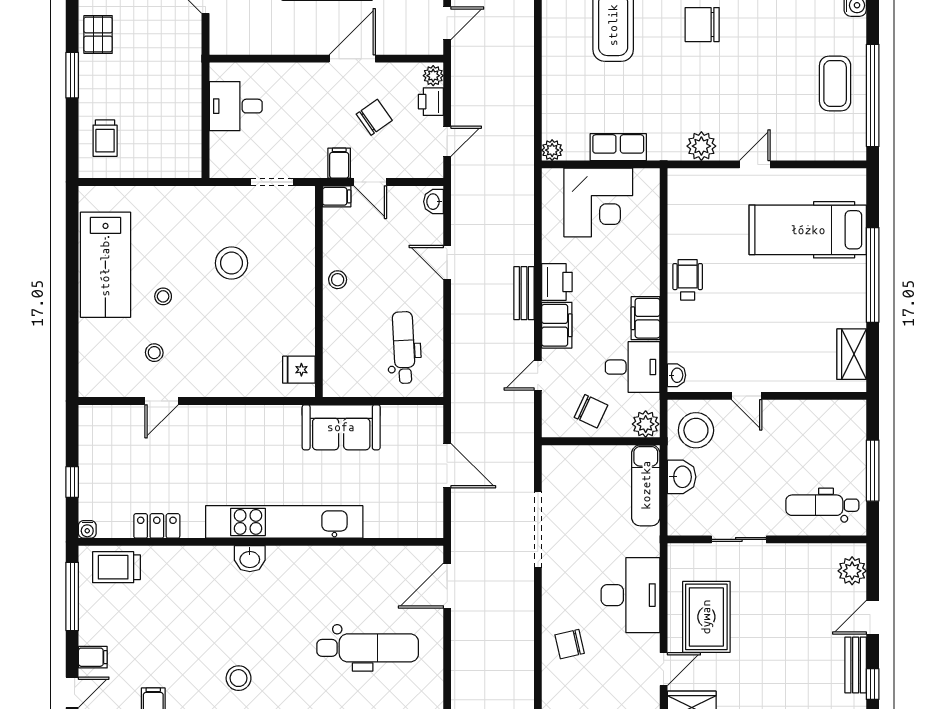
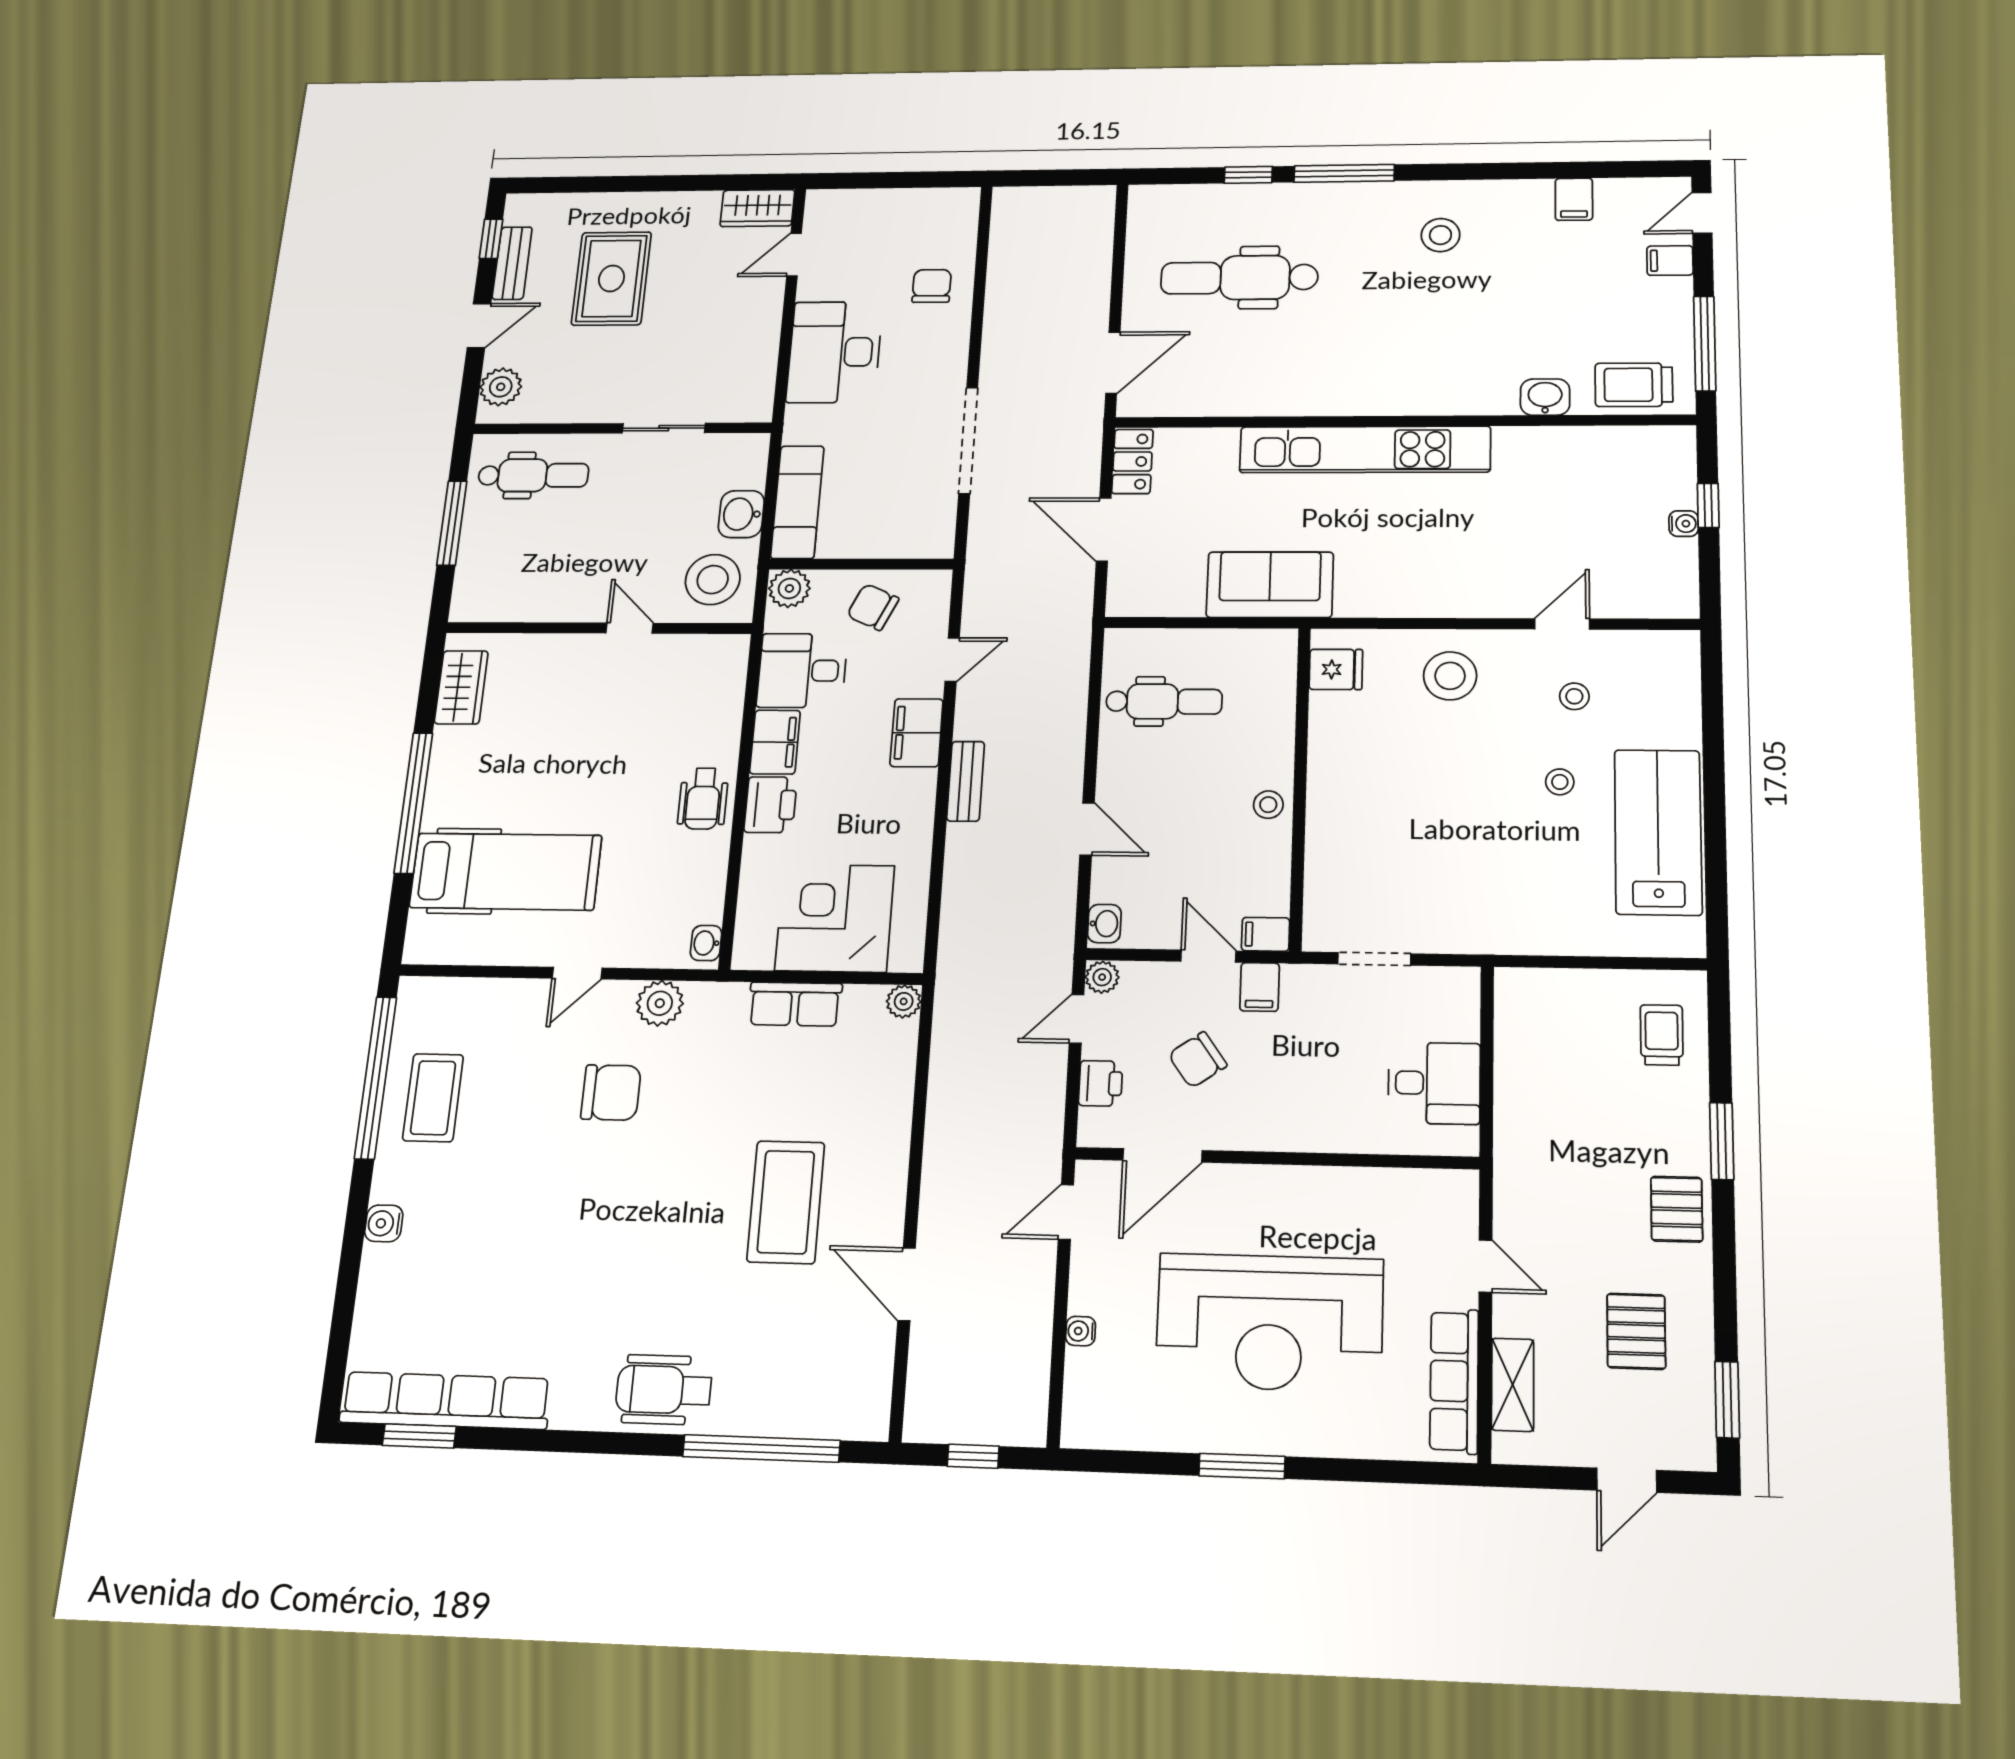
chair: (702, 25) -> (611, 1093), moved
door: (352, 59) -> (1163, 1155), moved
plant: (433, 76) -> (1102, 977), moved
stool: (231, 263) -> (1450, 676), moved
printer: (557, 282) -> (771, 805), moved, turned 180
dental chair: (404, 347) -> (1164, 701), turned -87
washbasin: (677, 375) -> (706, 943), moved
locker: (157, 526) -> (1132, 461), moved, turned -90
water cooler: (87, 529) -> (1684, 524), moved, turned 90
washbasin: (250, 559) -> (1545, 397), moved
trolley: (116, 567) -> (1634, 385), turned 180
rug: (706, 617) -> (611, 278), moved
chair: (570, 644) -> (932, 286), turned -77

